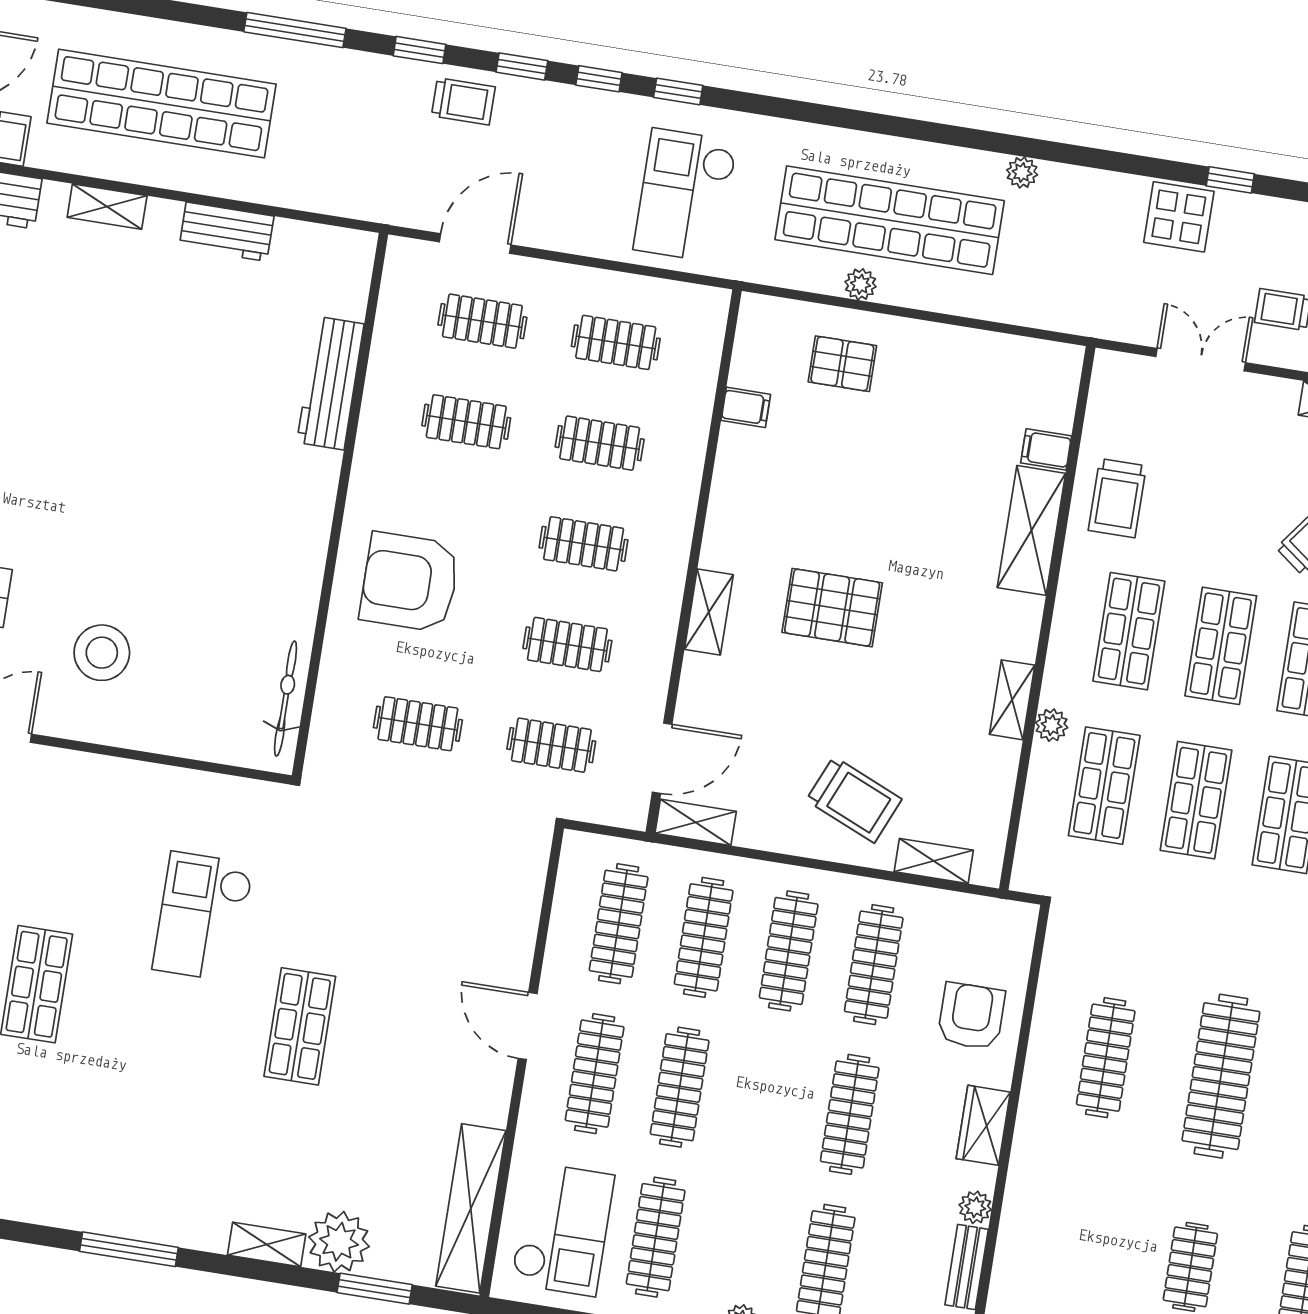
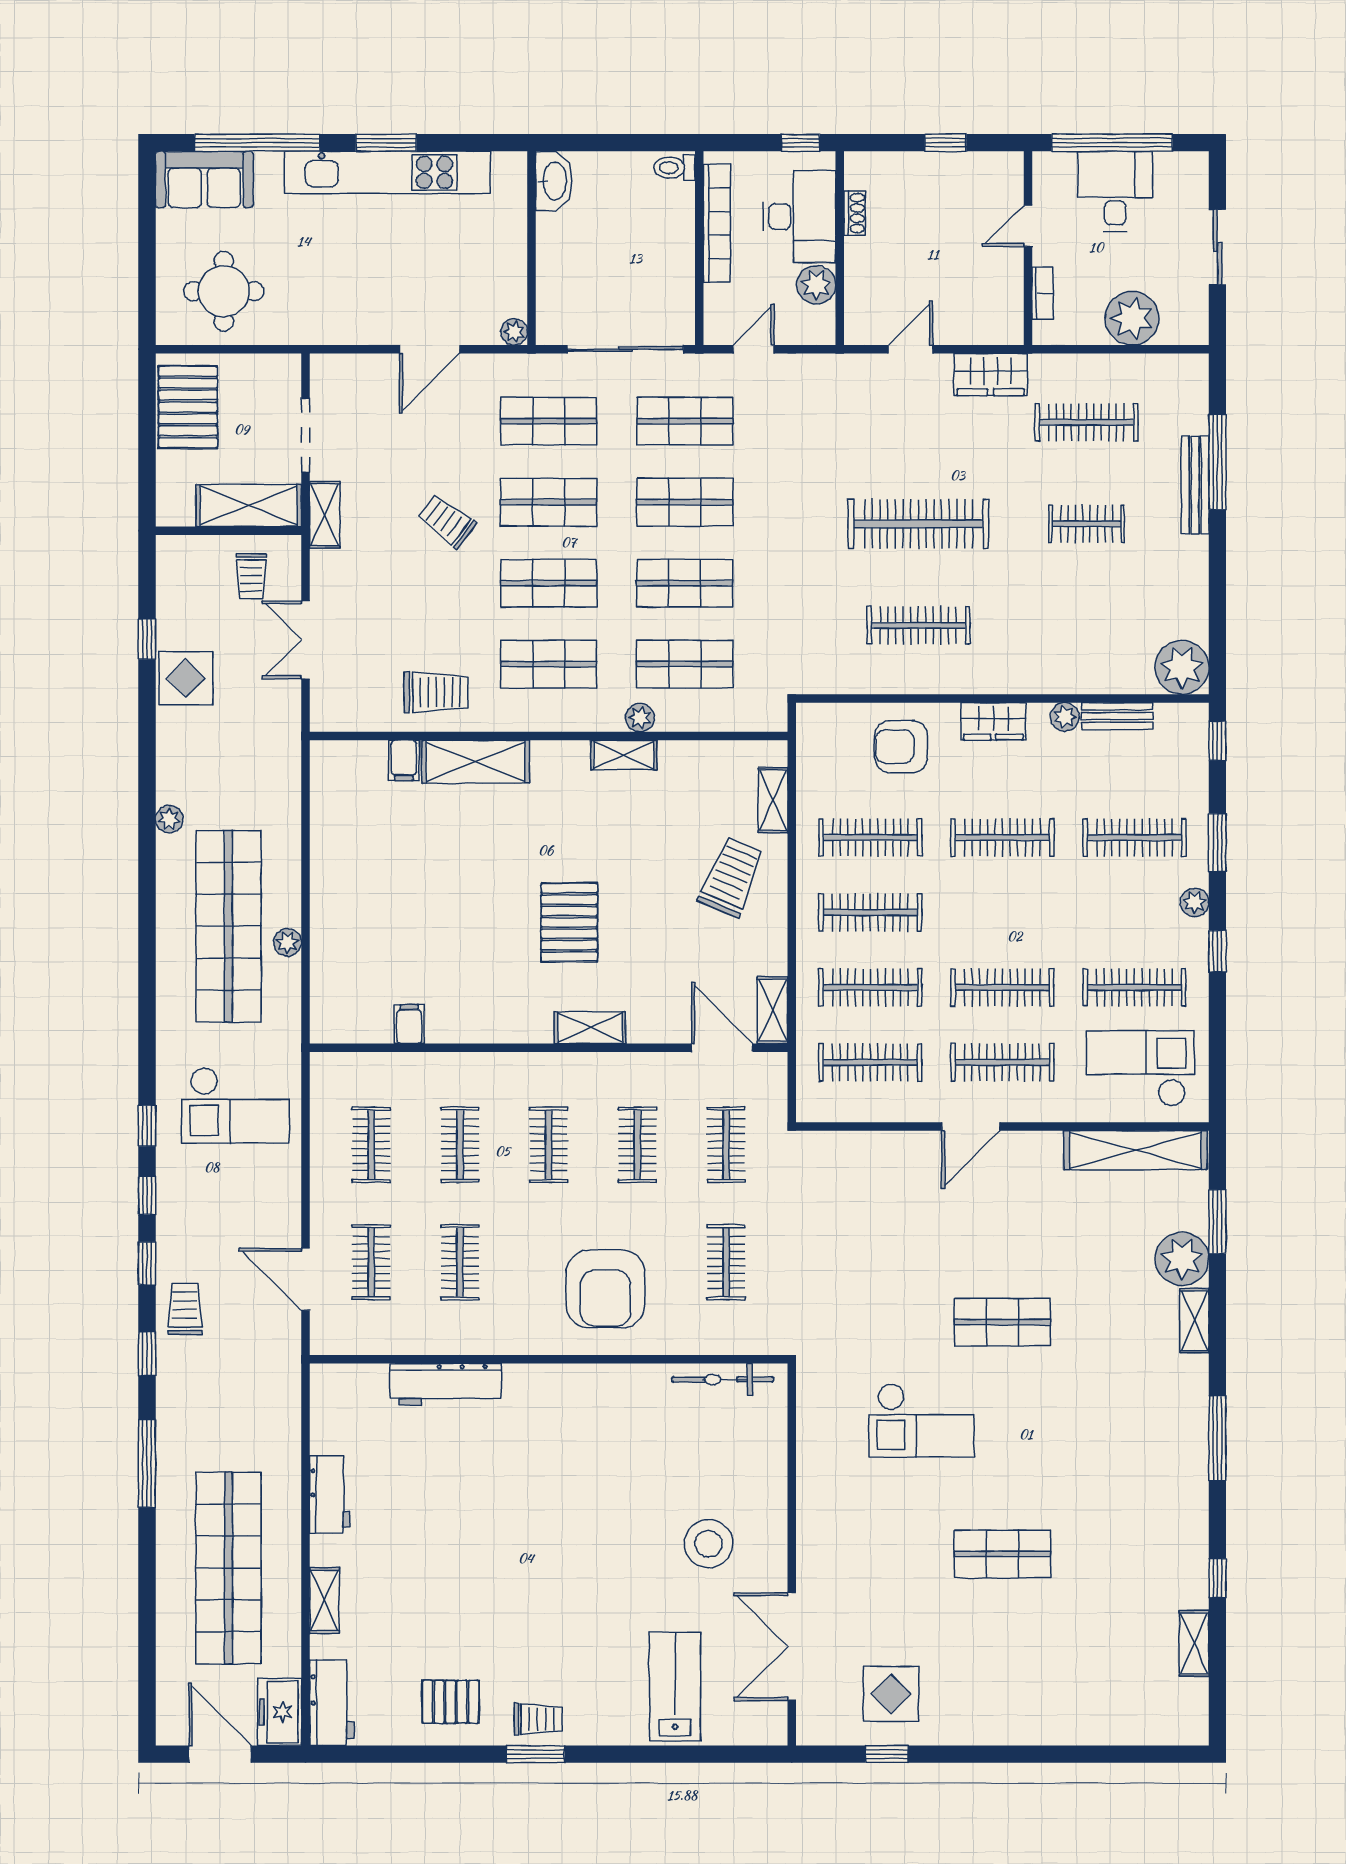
pallet: (842, 364) -> (358, 947), removed

